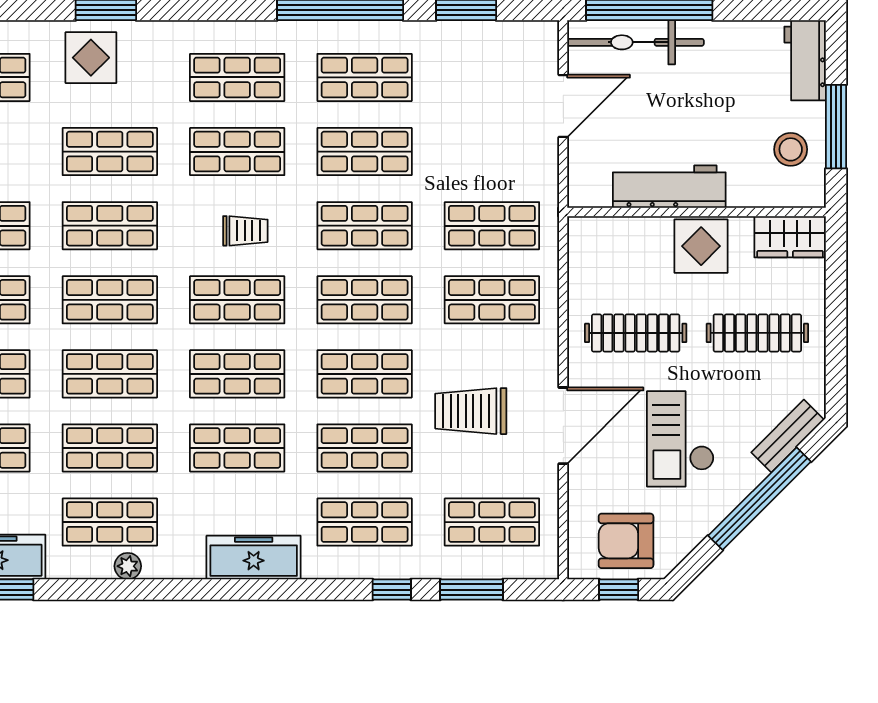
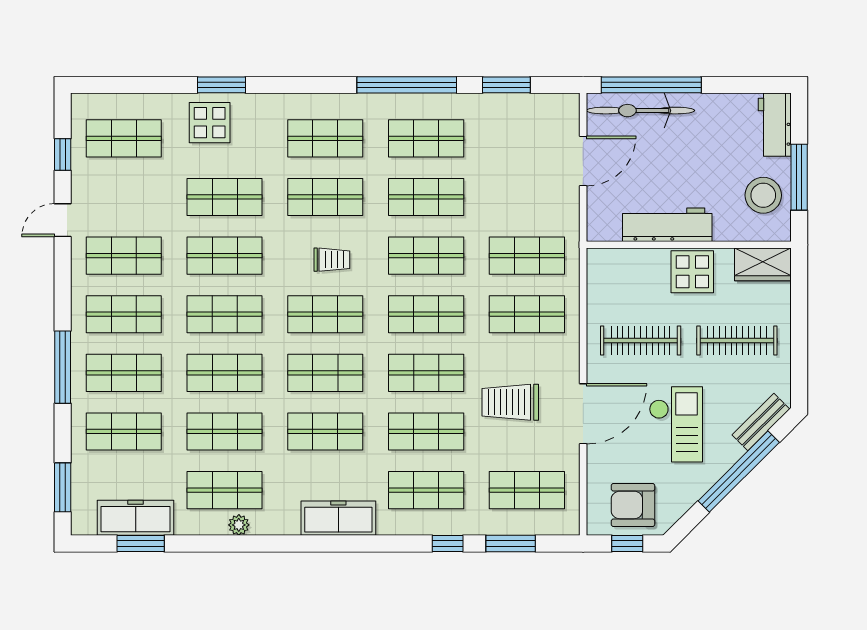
stool: (791, 149) -> (763, 195), width x1.38, depth x1.38
checkout: (680, 439) -> (676, 424), turned 180

